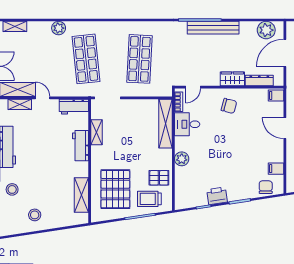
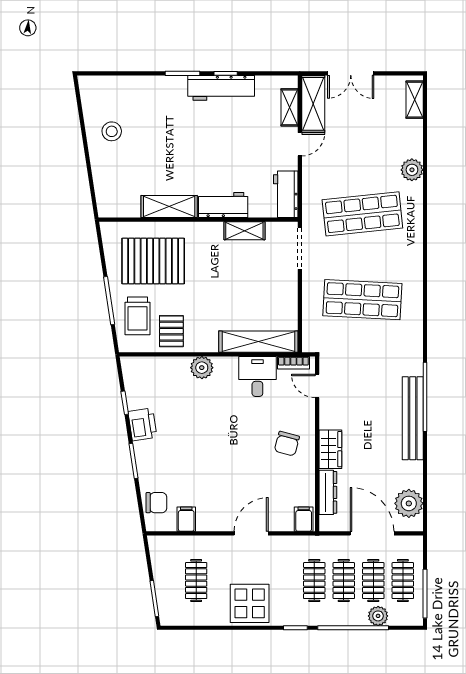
stool: (12, 189) -> (153, 95), removed
shelving: (81, 195) -> (169, 207), moved
trolley: (149, 199) -> (137, 316), turned 180

